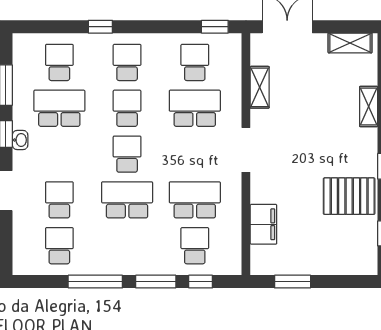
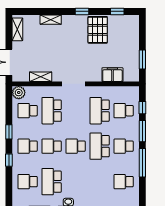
window: (215, 27) -> (9, 132), moved
plant: (229, 45) -> (19, 93), added
school desk: (59, 200) -> (124, 146), moved

